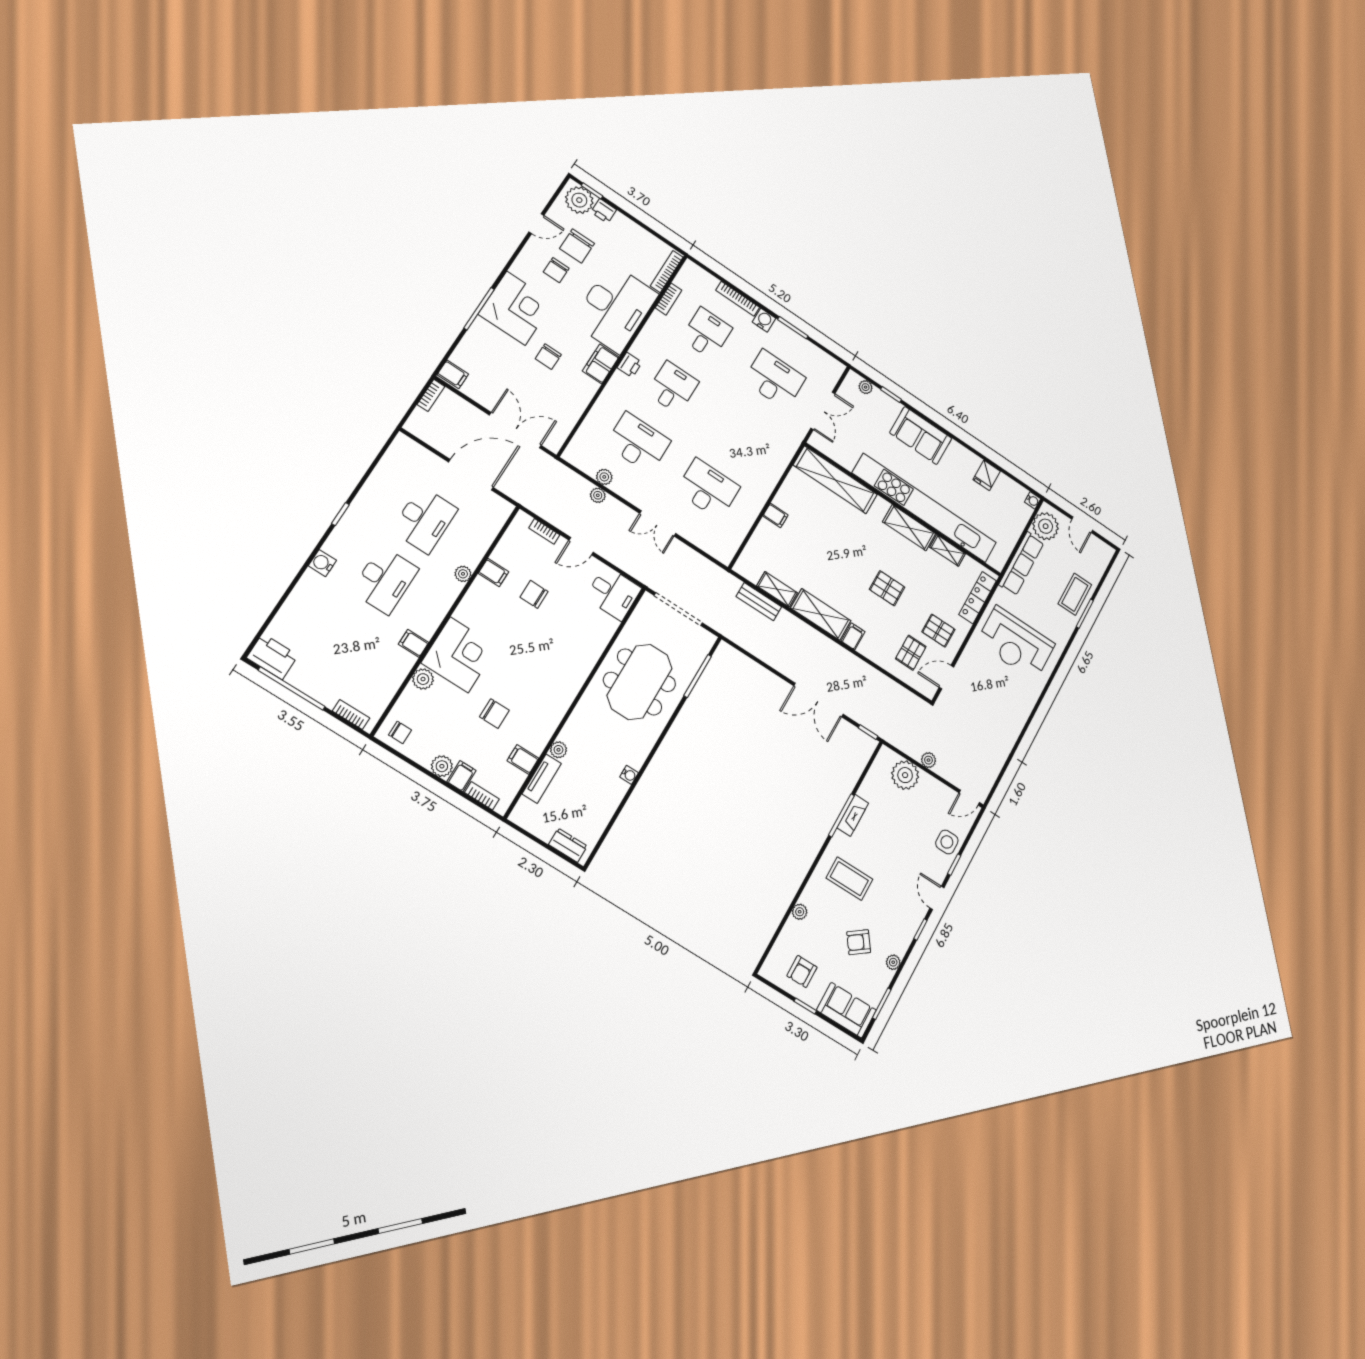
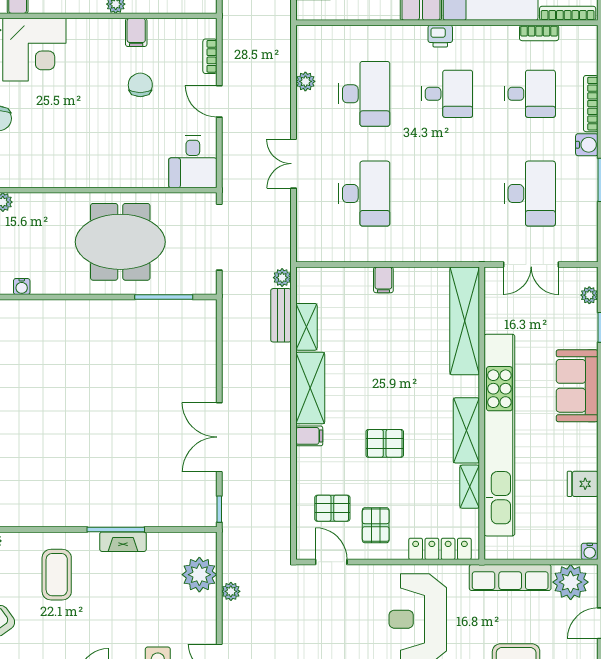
plant: (598, 495) -> (282, 278), moved
pallet: (887, 588) -> (385, 443), turned 90

